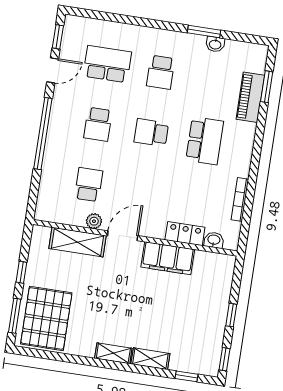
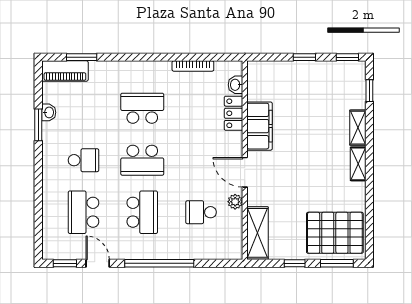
piano: (250, 97) -> (65, 71), moved
school desk: (98, 124) -> (142, 212), width x1.85
school desk: (151, 133) -> (142, 160), width x1.85
shelving: (78, 242) -> (257, 233), moved

